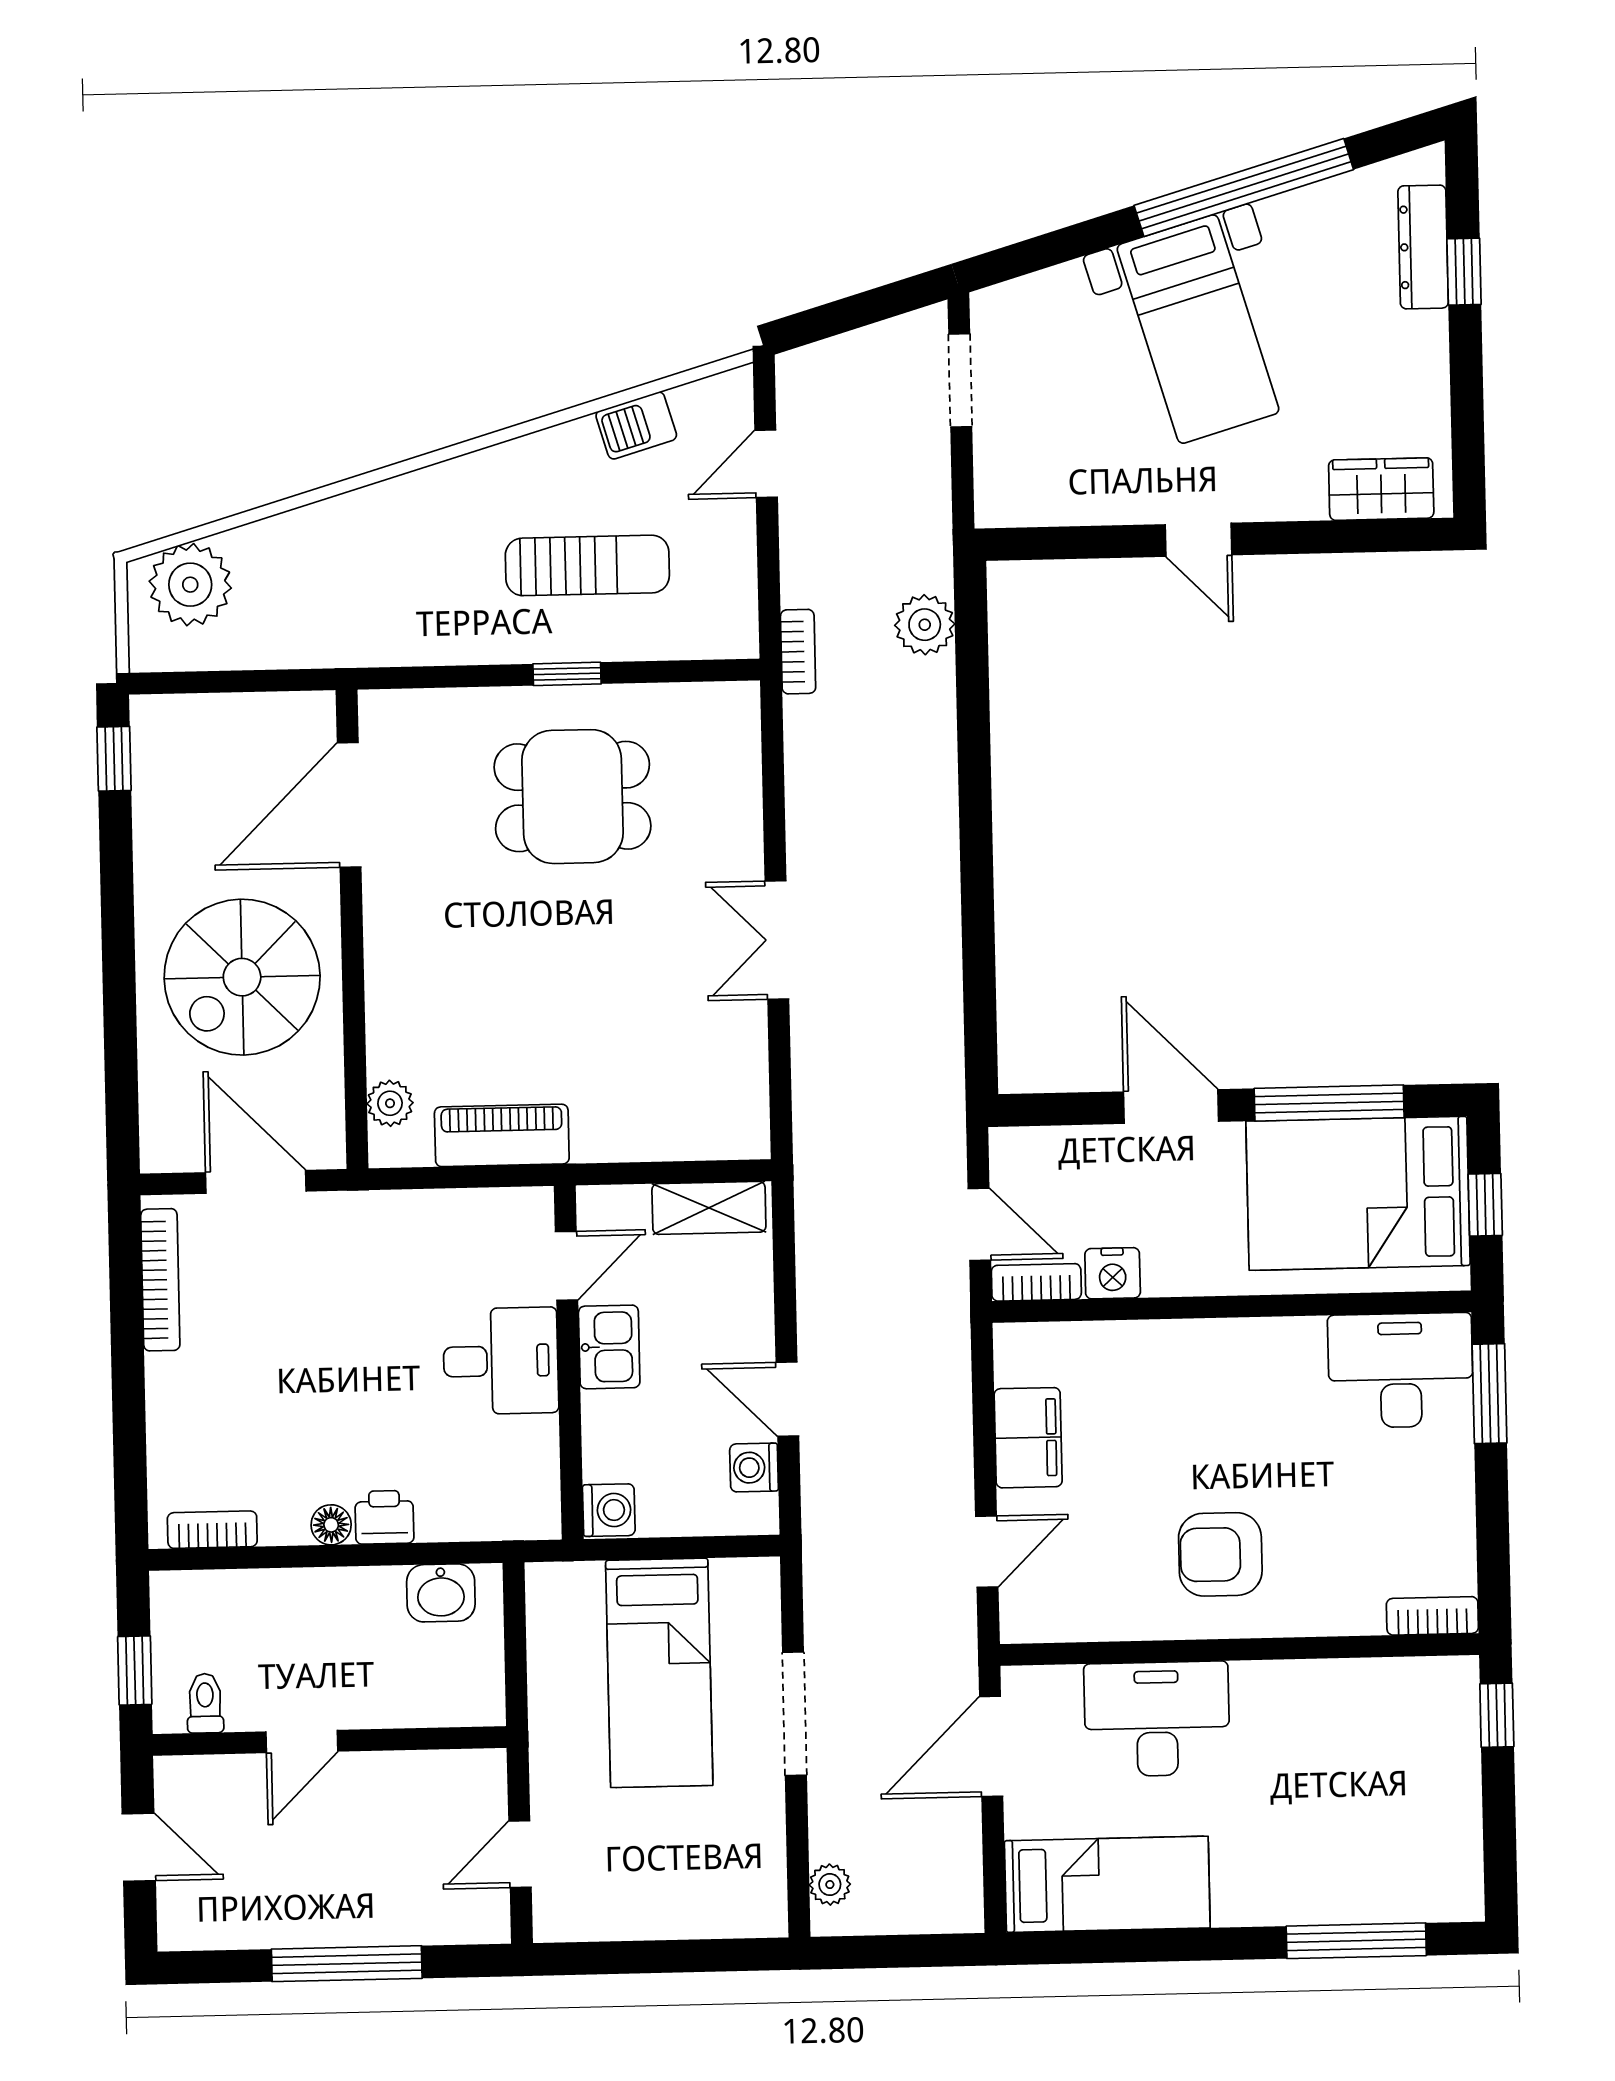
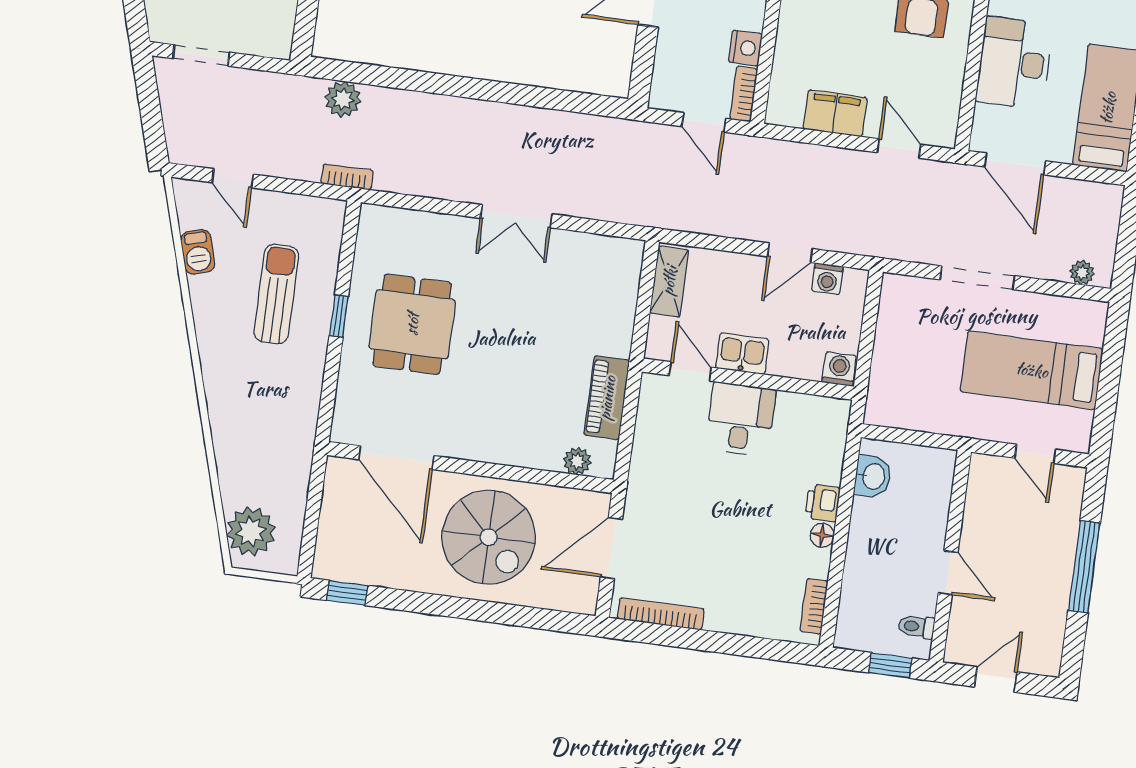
door: (979, 1224) -> (704, 122), swing flipped
bed: (659, 1673) -> (1032, 370), moved, turned 180

